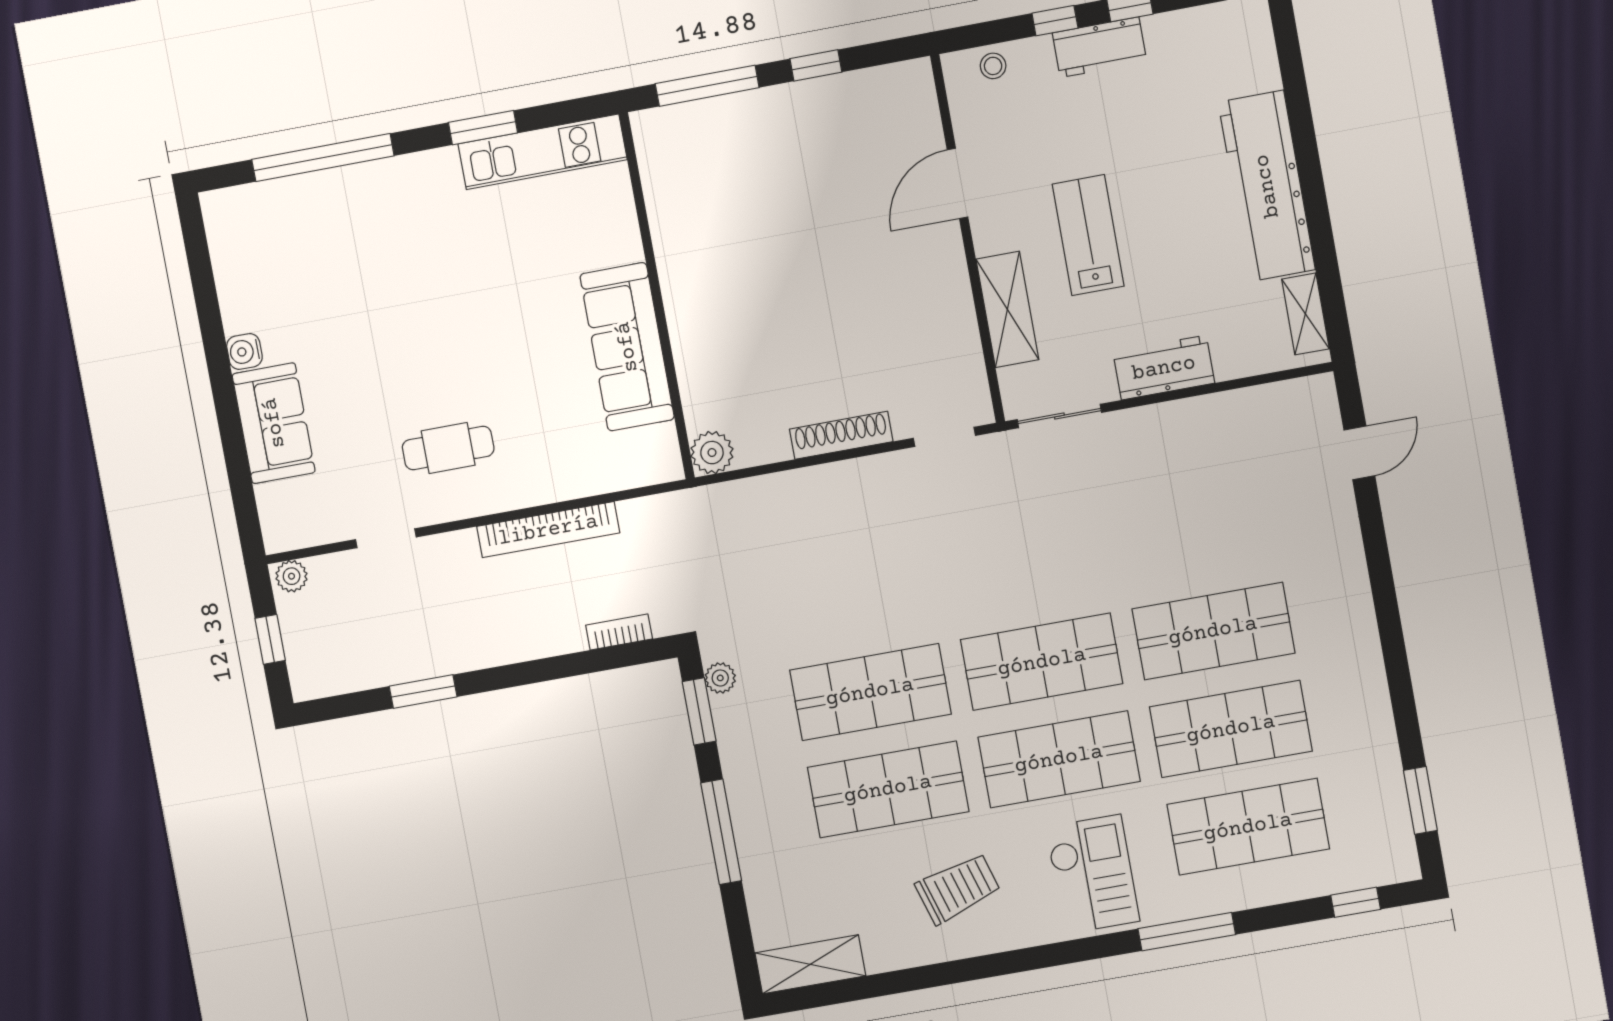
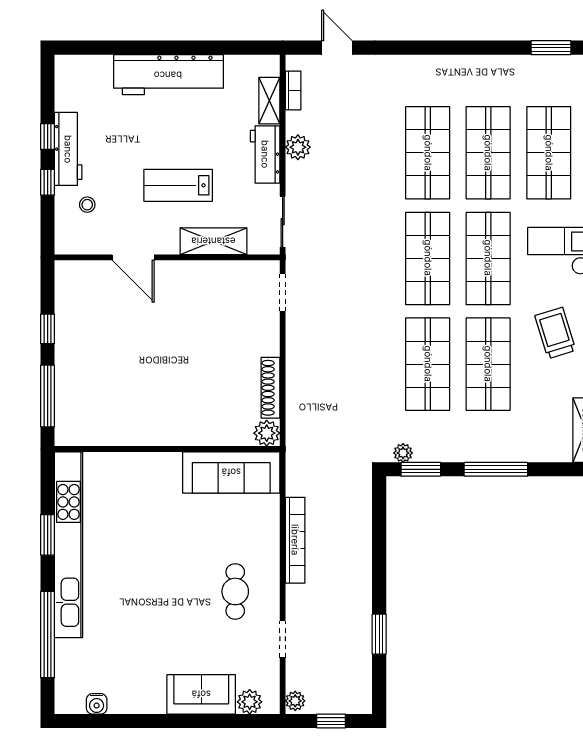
workbench: (1099, 47) -> (68, 149), width x1.38
stool: (993, 66) -> (87, 205), moved
kitchen unit: (543, 152) -> (69, 545), width x1.86
shelving: (1305, 314) -> (269, 101), moved, turned 90
sofa: (627, 347) -> (231, 472), moved
water cooler: (244, 351) -> (97, 704), moved
plant: (1185, 419) -> (298, 147), added
shoe rack: (841, 435) -> (270, 388), moved
plant: (276, 503) -> (250, 702), added
bookcase: (619, 632) -> (293, 90), moved, turned 180

